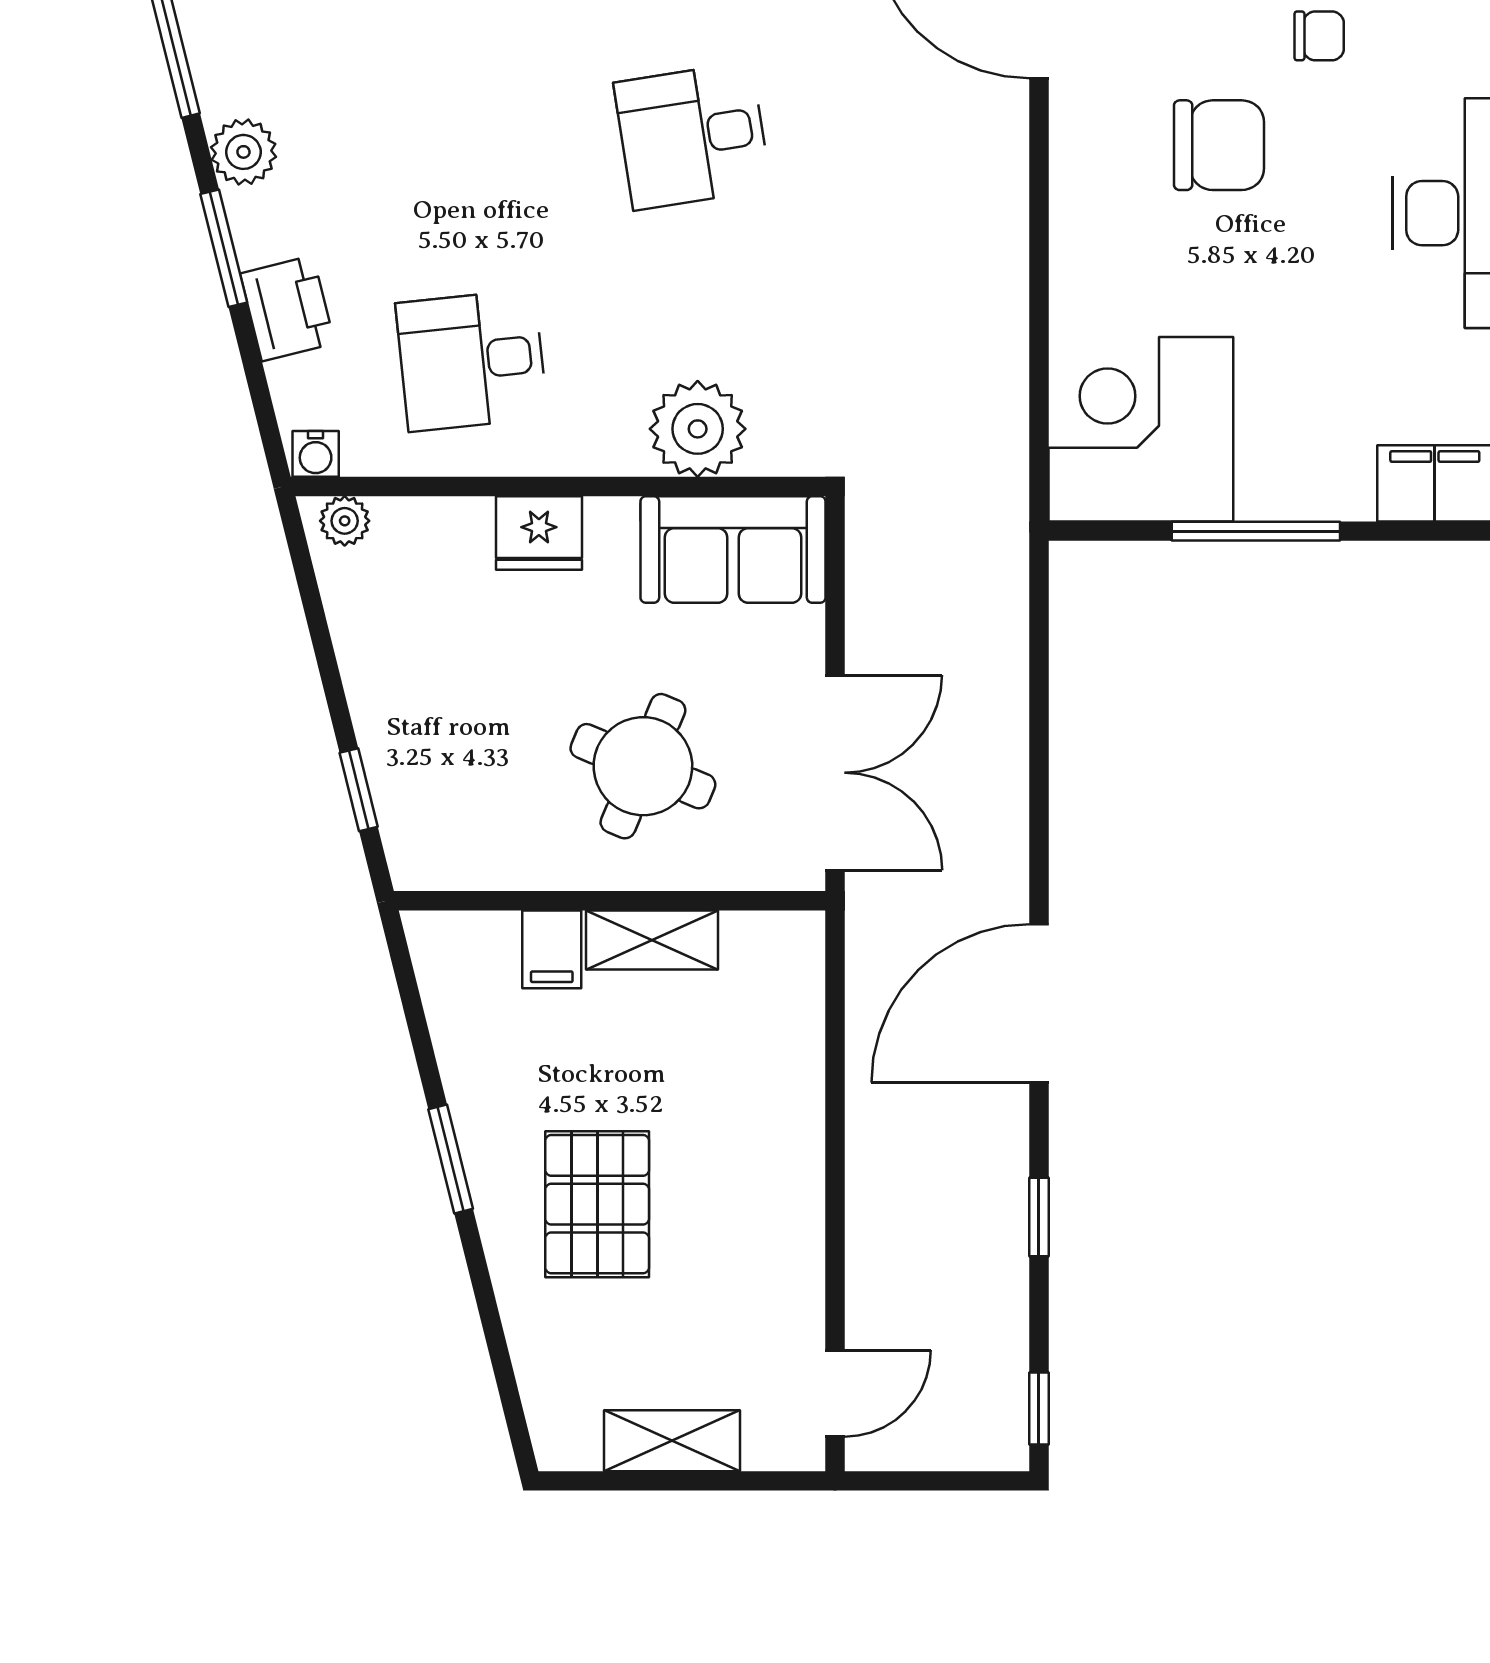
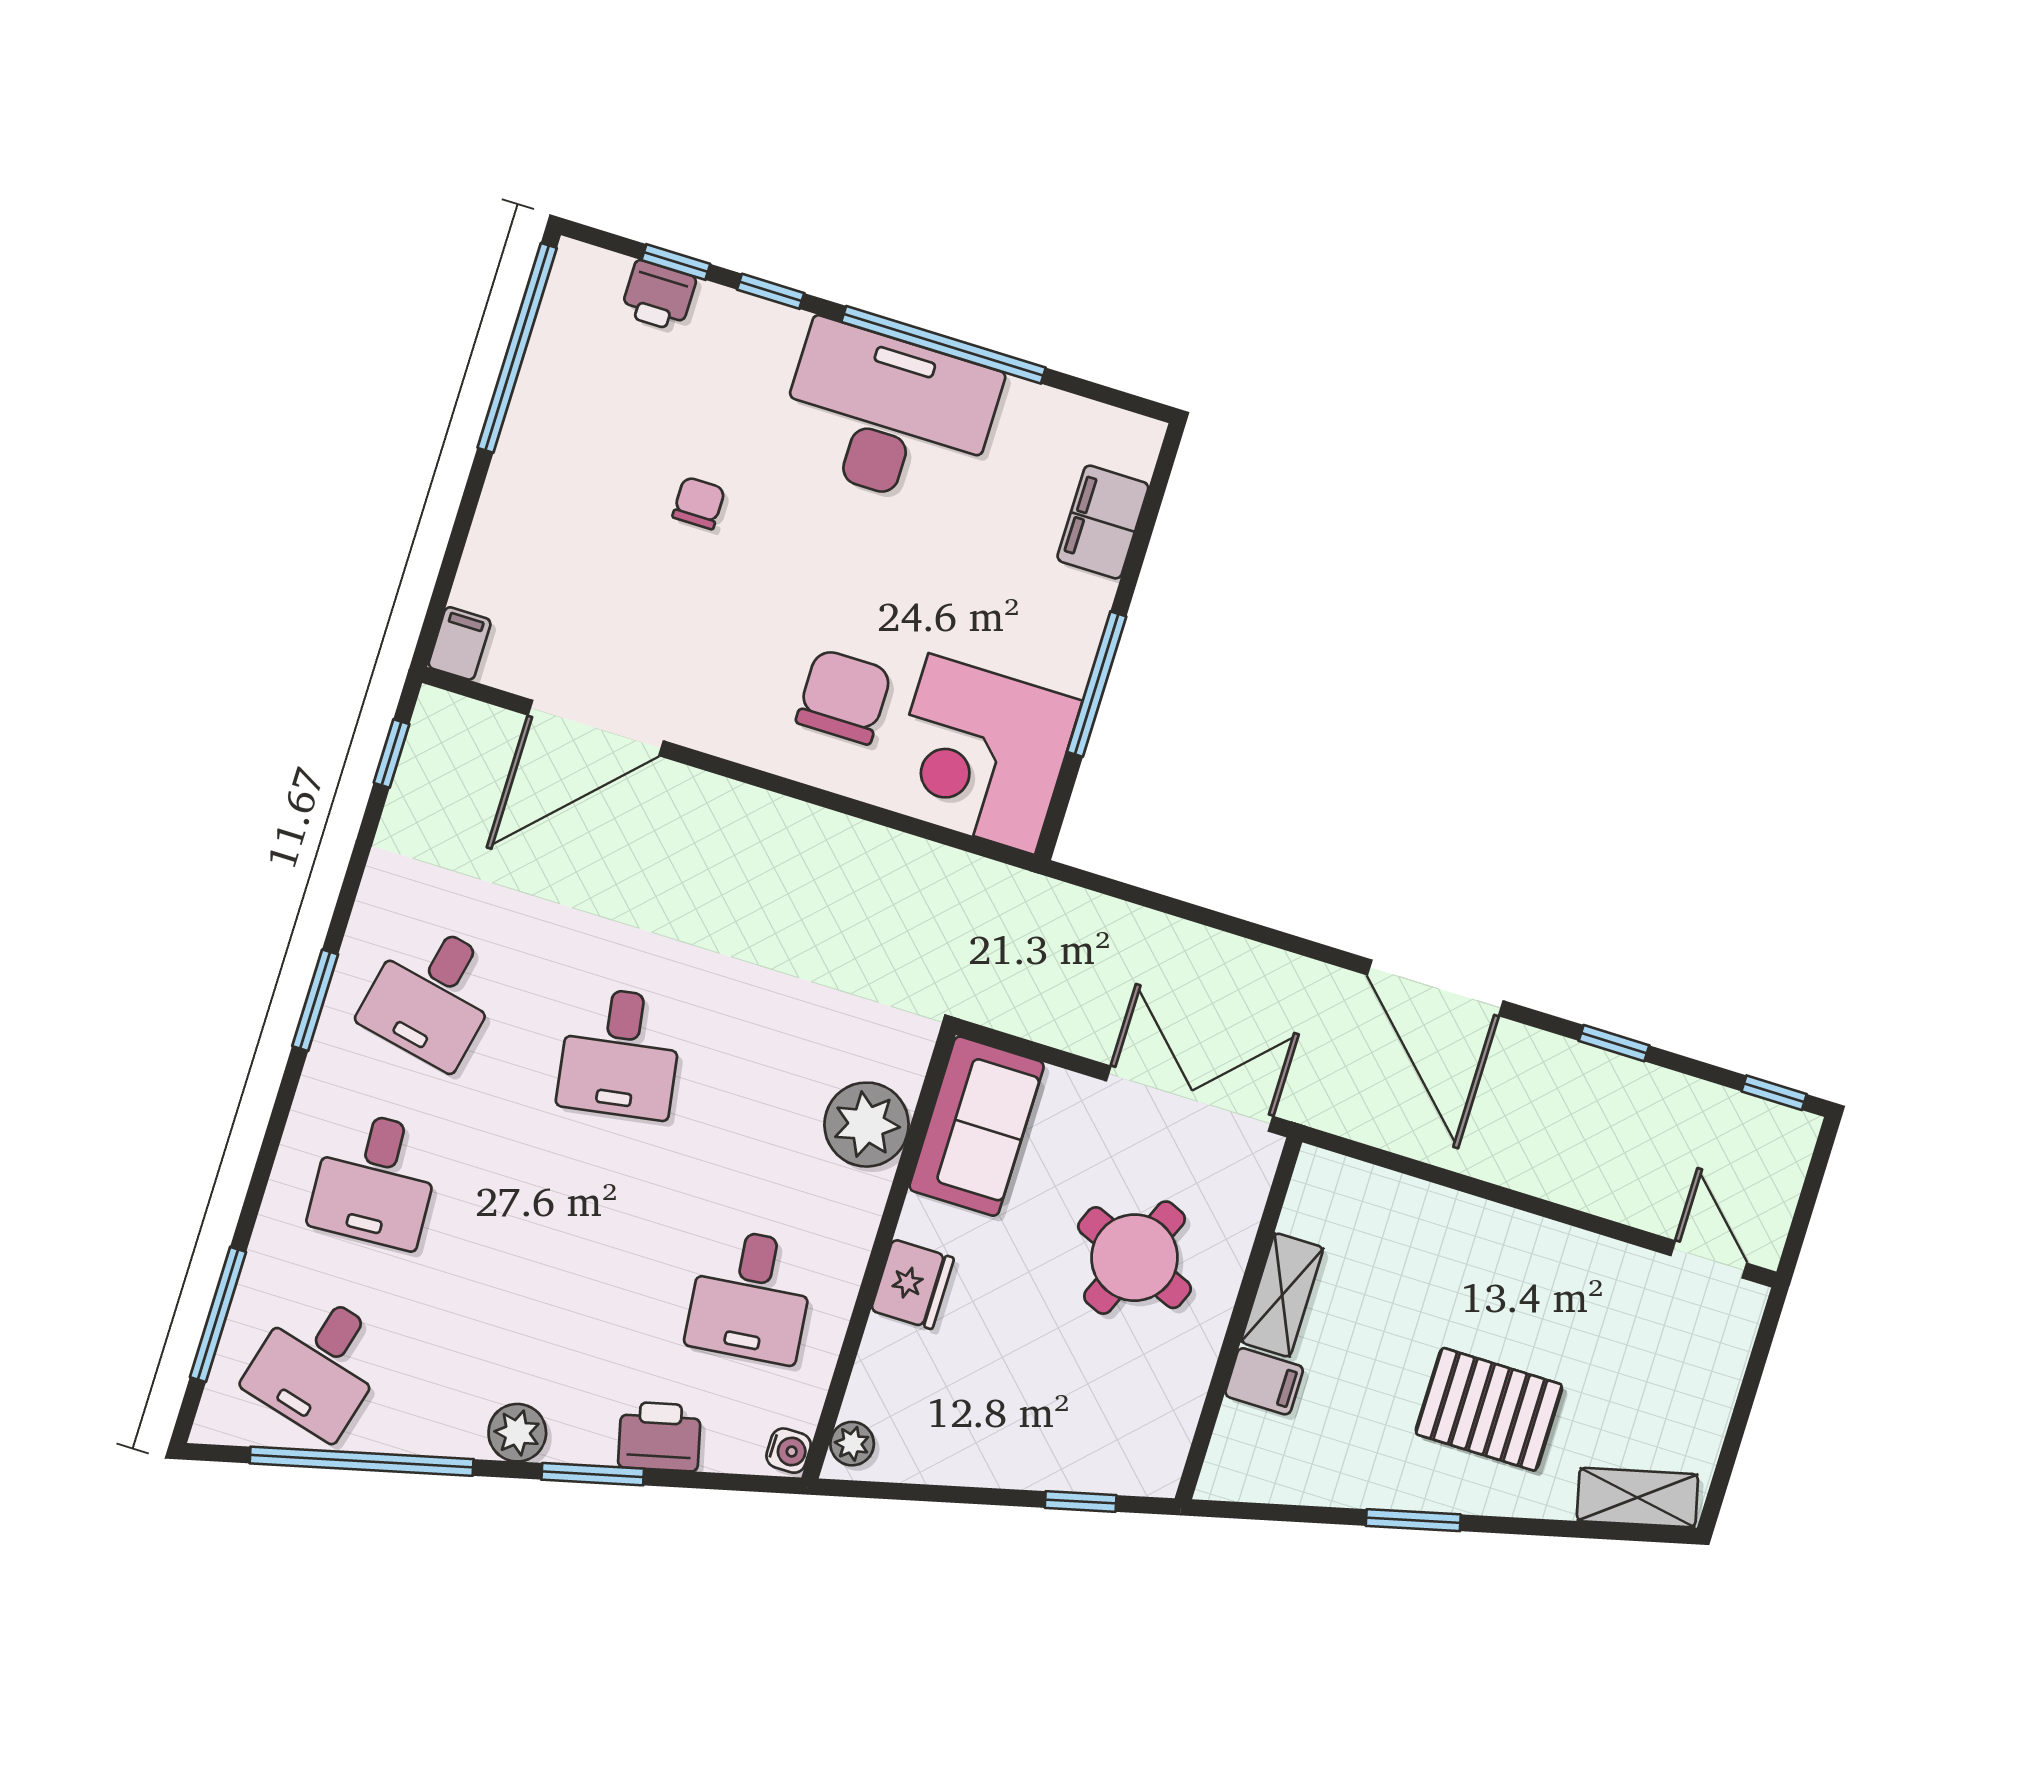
chair: (1219, 145) -> (844, 697), moved
shelving: (672, 1441) -> (1637, 1498), moved, turned 76

